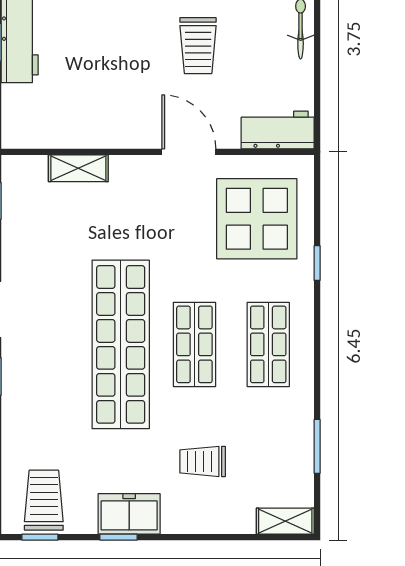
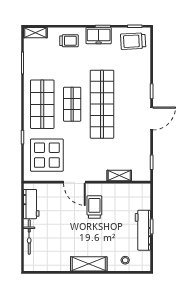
trolley: (198, 46) -> (94, 207), moved
workbench: (278, 130) -> (31, 204), moved, turned -90
shop shelf: (268, 344) -> (42, 104), width x1.43, depth x1.36
trolley: (203, 461) -> (69, 41), moved
trolley: (44, 500) -> (133, 41), turned 87

